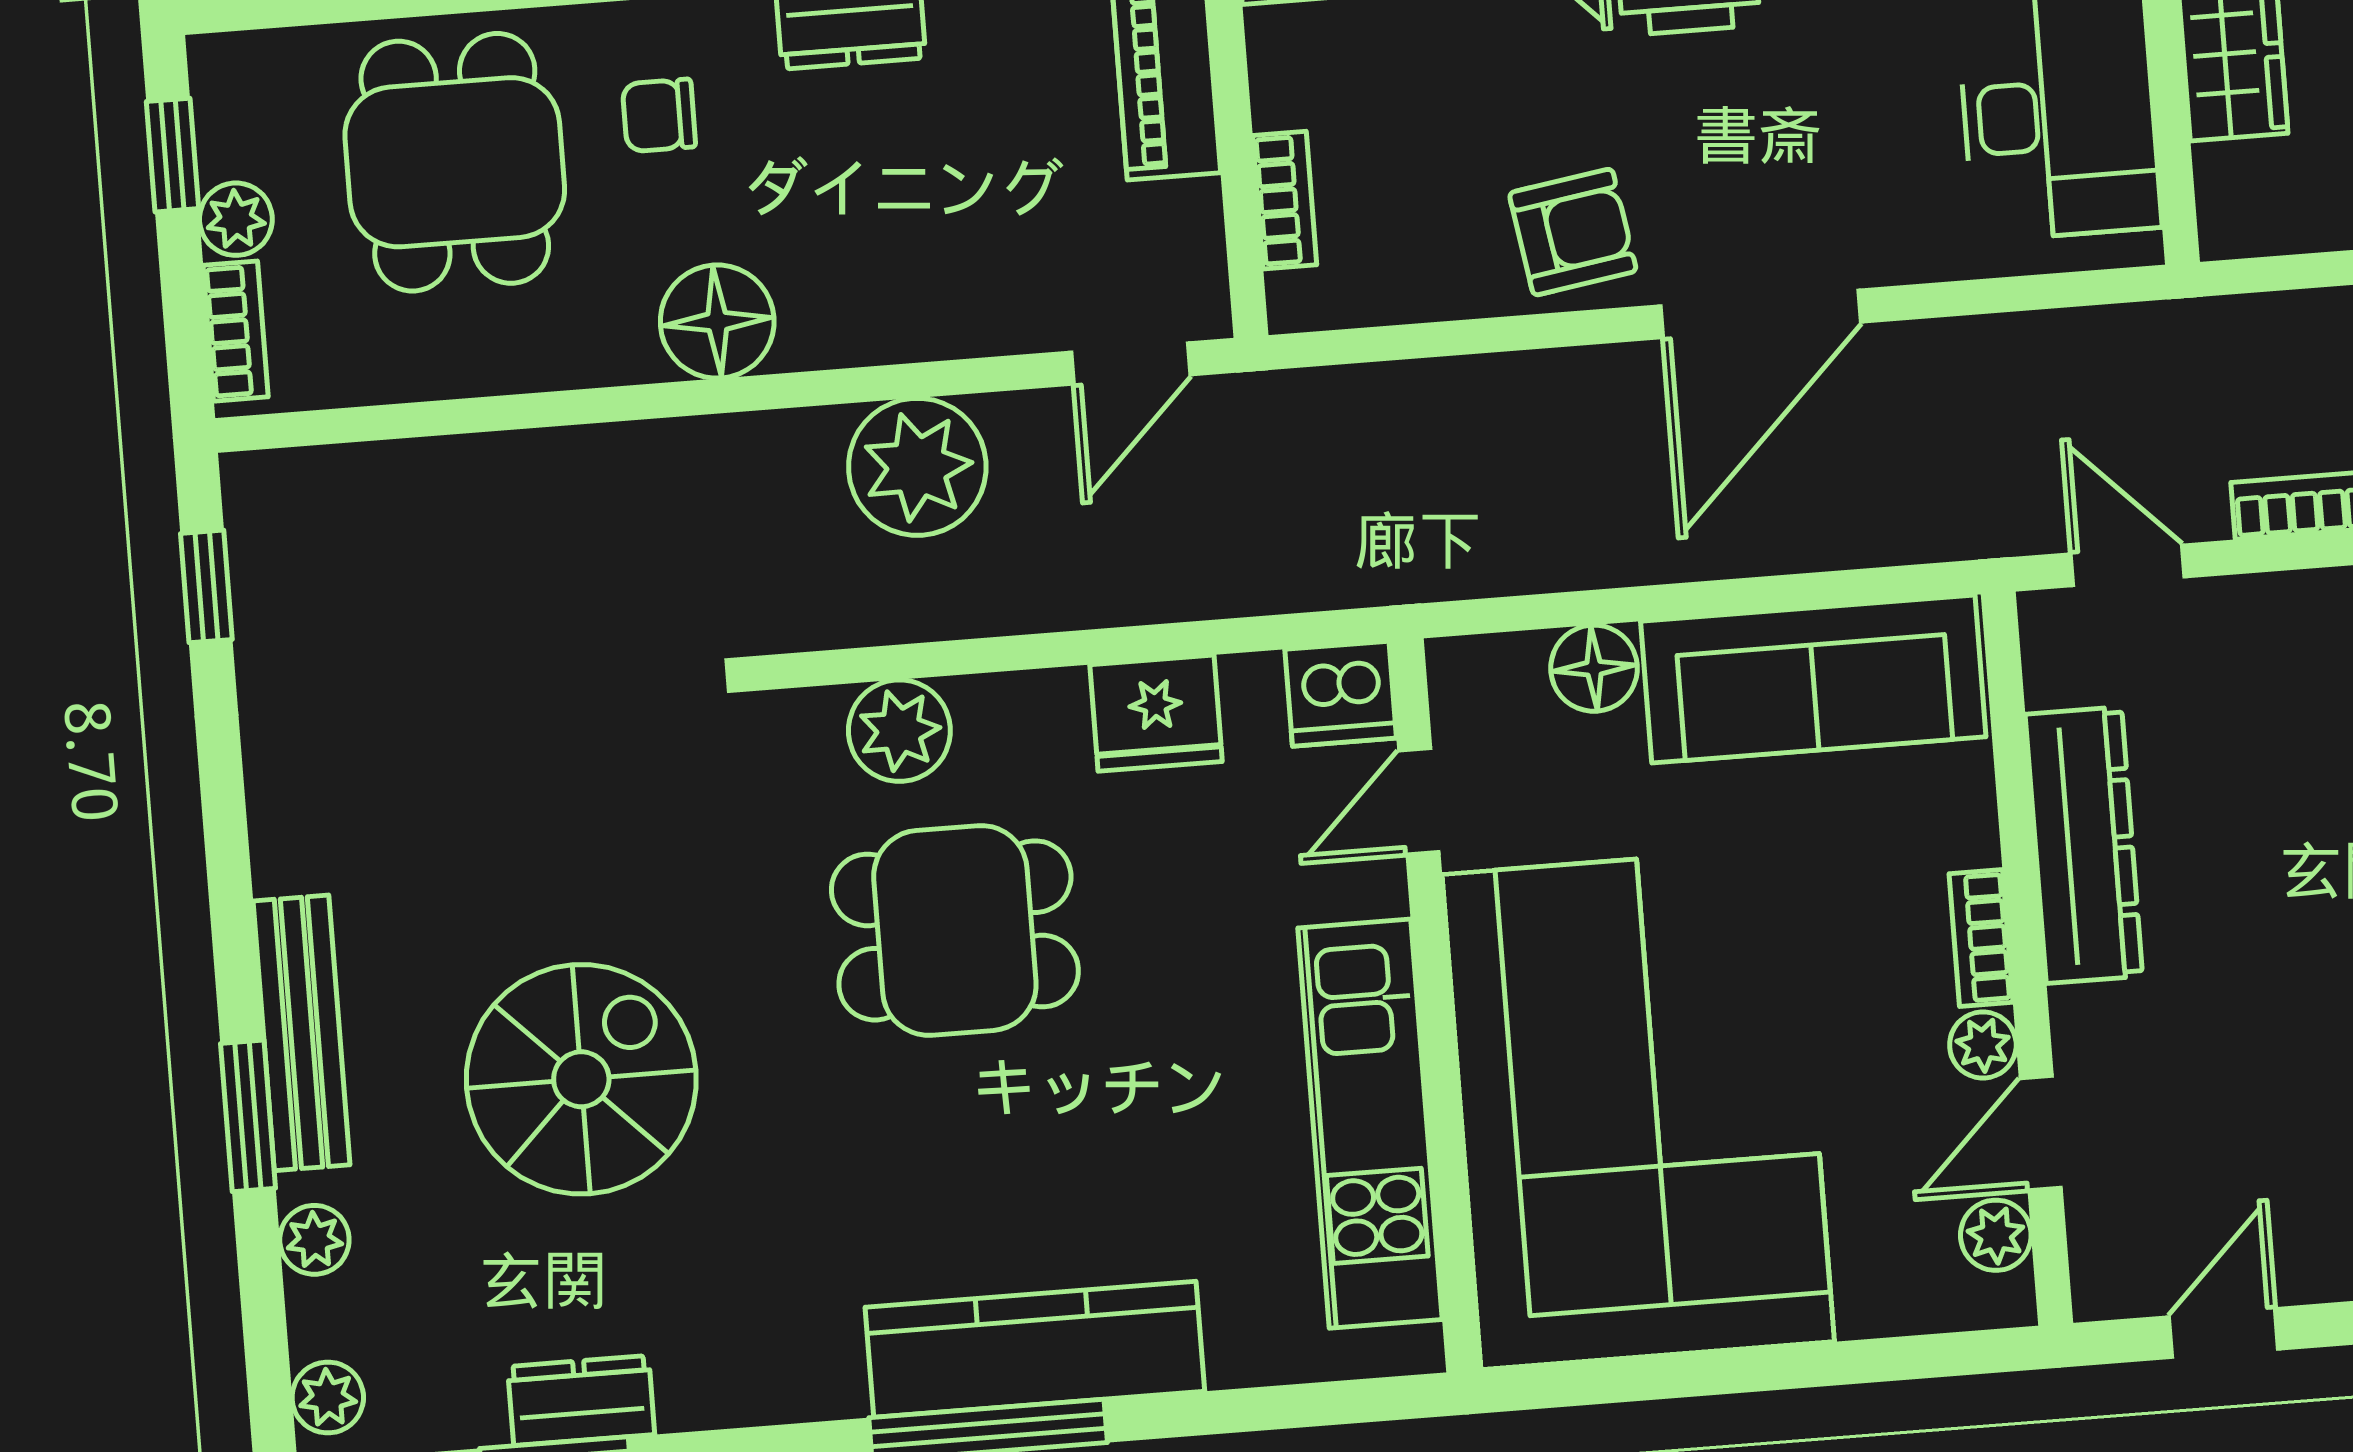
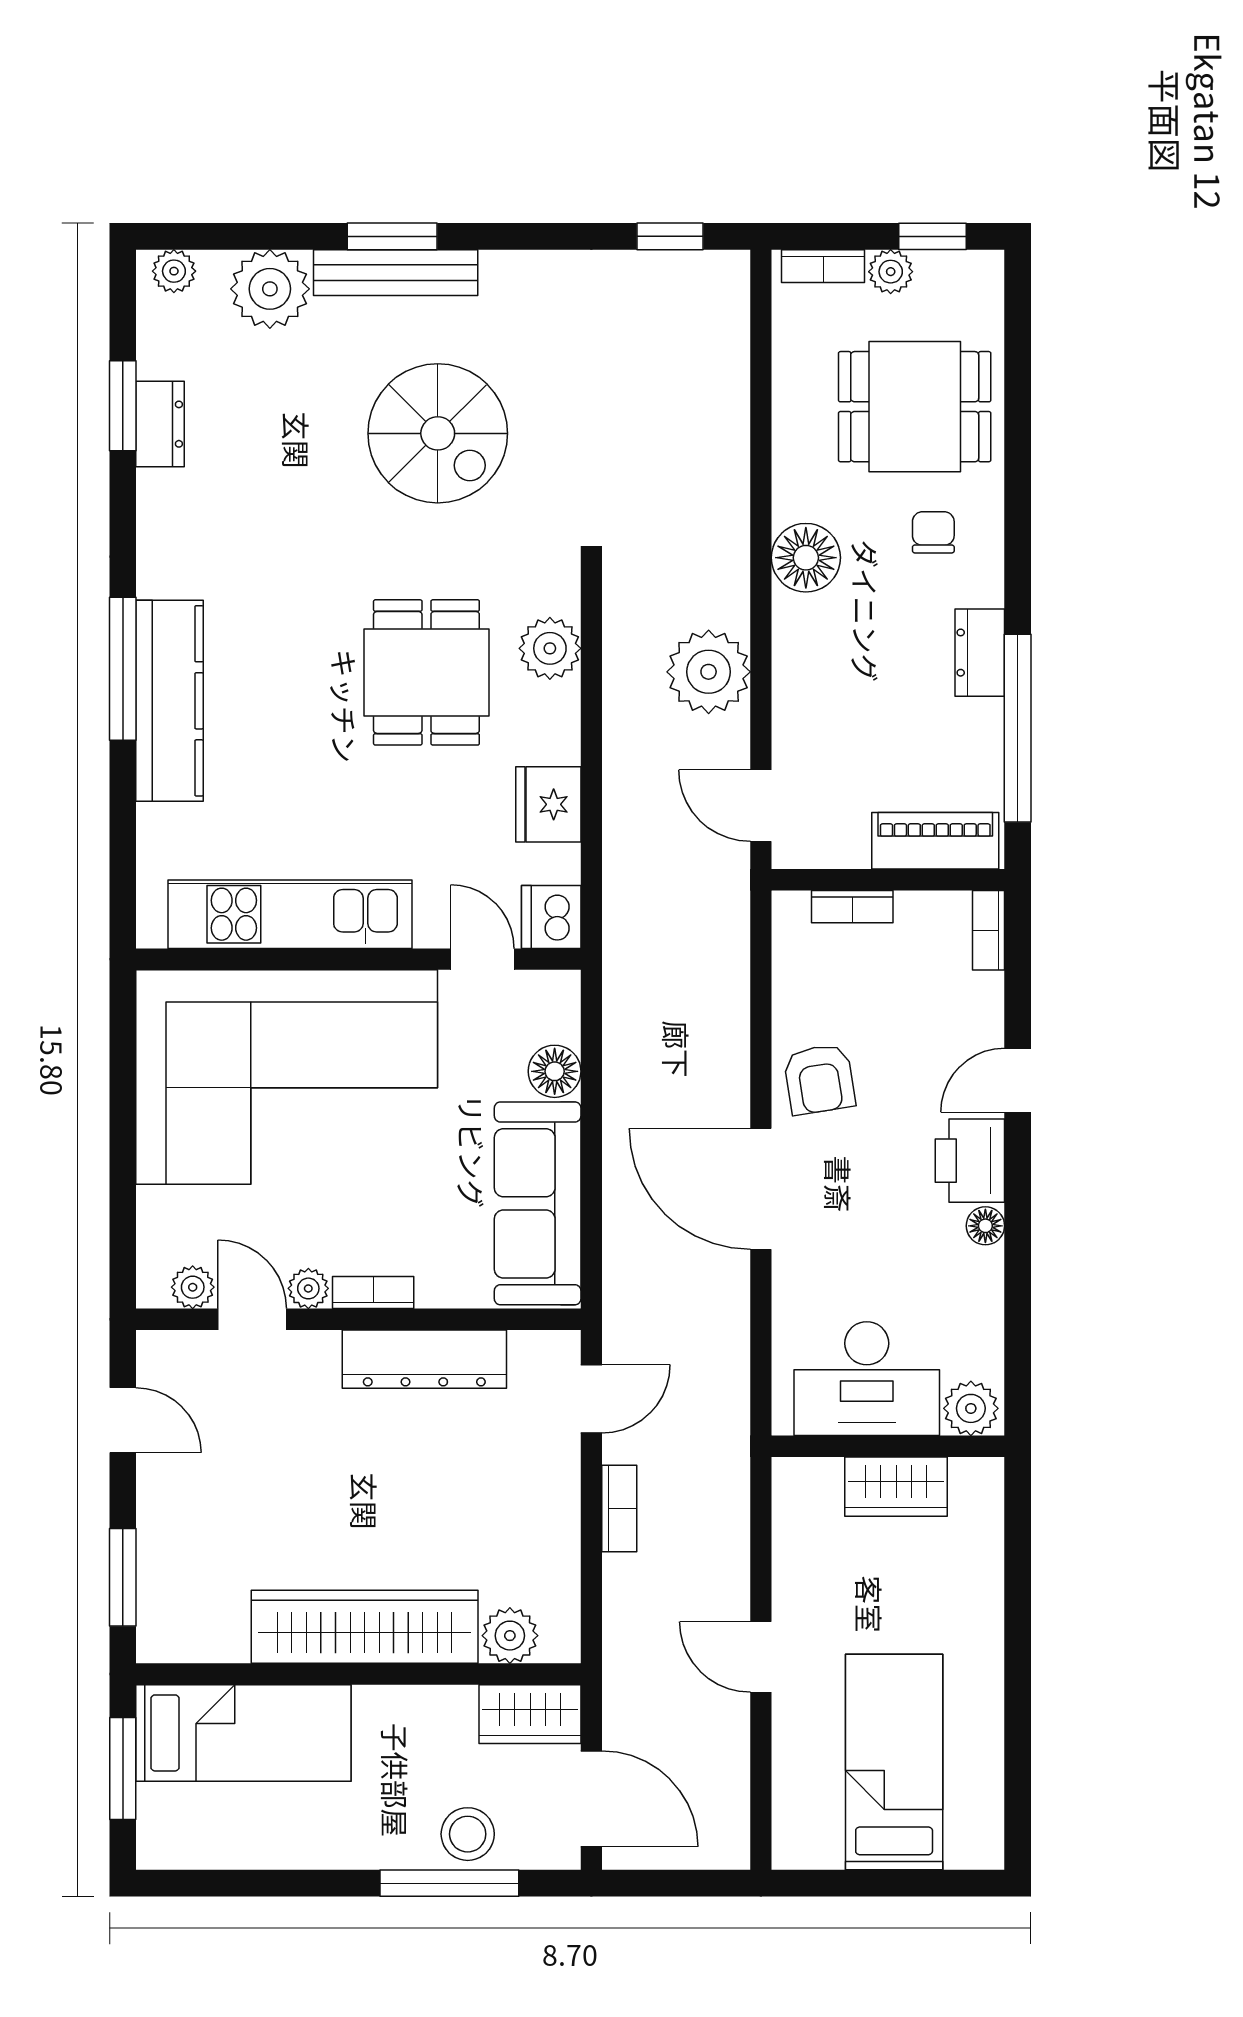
spiral stairs: (581, 1079) -> (438, 433), moved
window: (248, 1116) -> (392, 236), moved
plant: (314, 1240) -> (270, 289), width x1.88, depth x1.88

